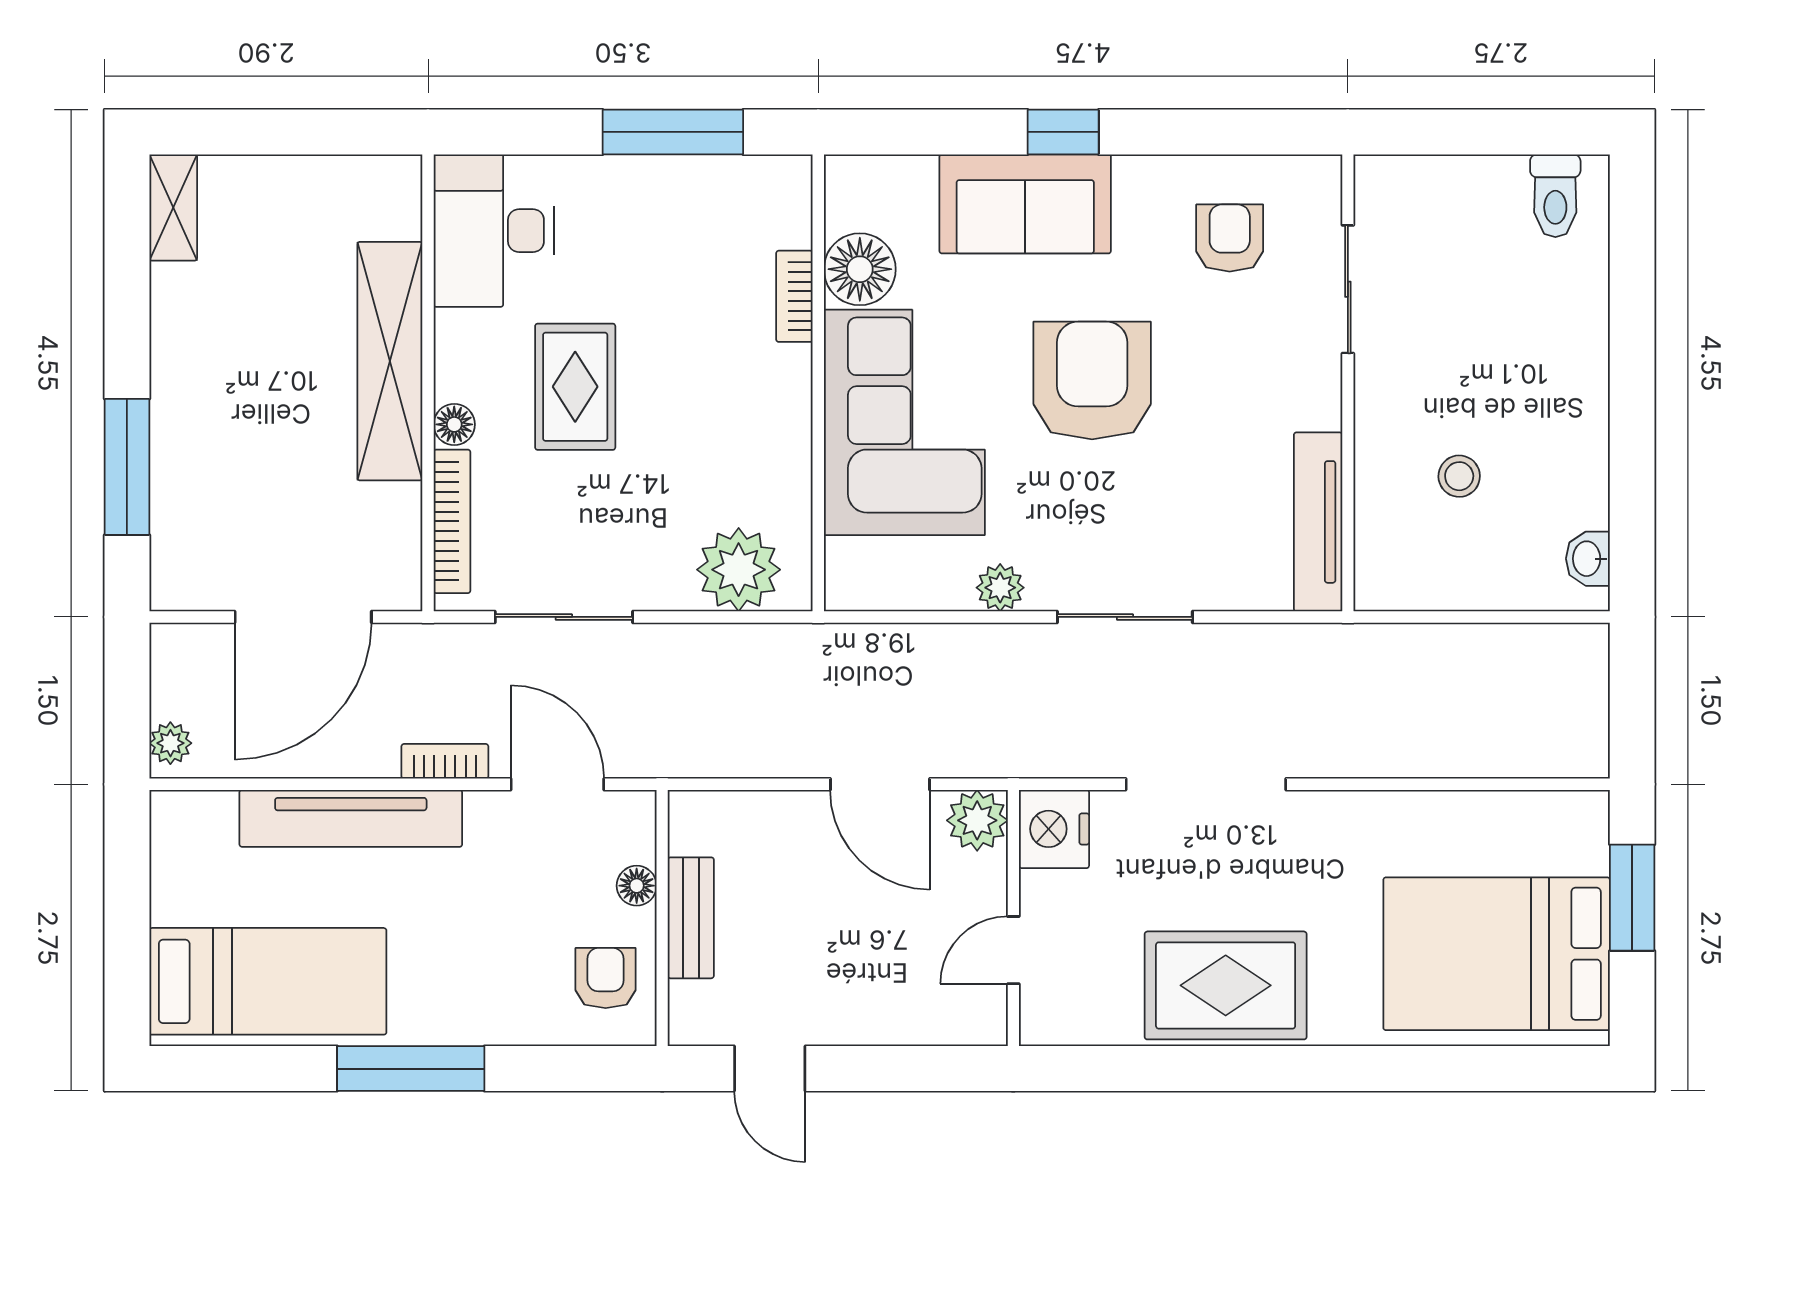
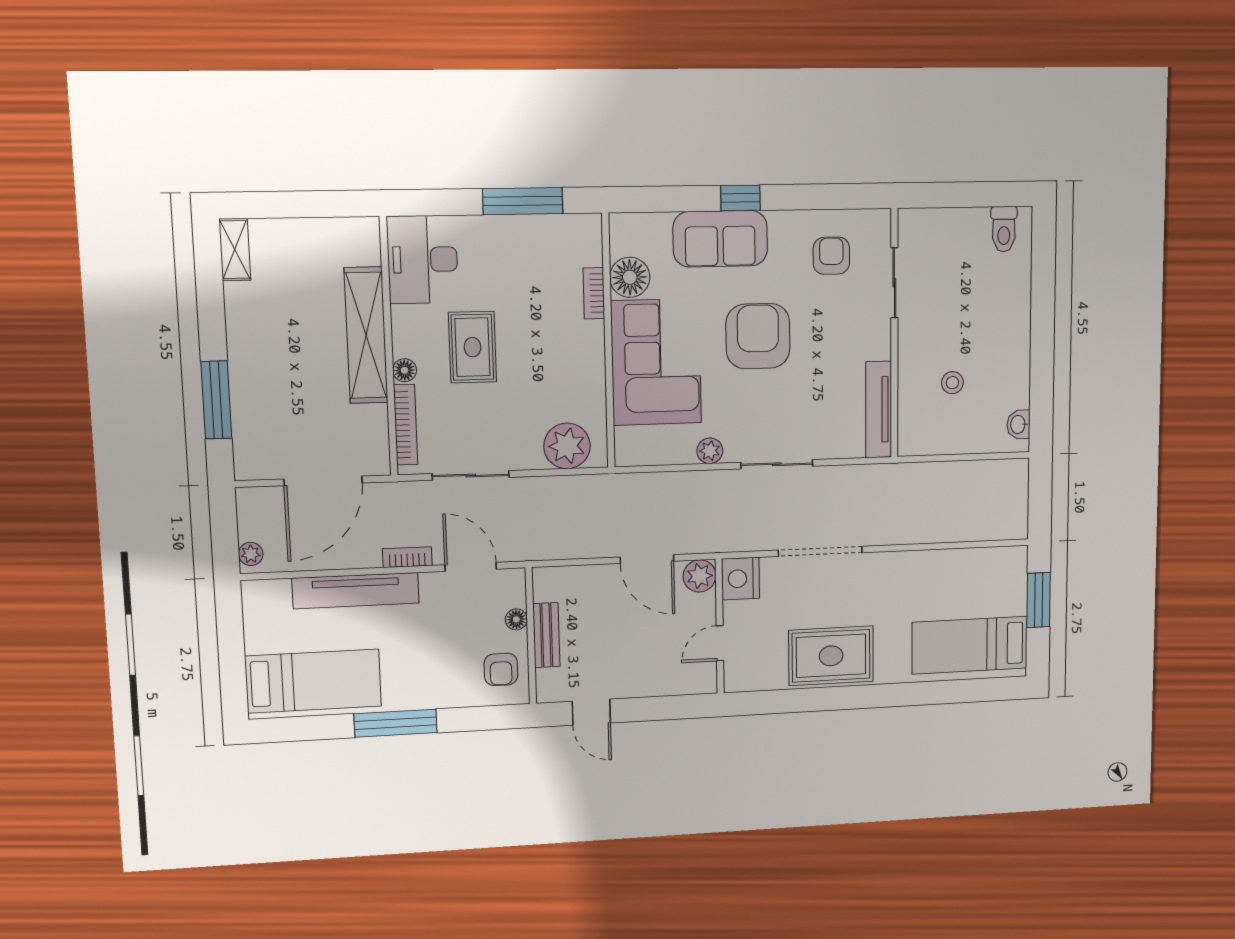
bed: (1497, 954) -> (970, 645), width x0.67
armchair: (606, 978) -> (501, 669), turned 180

